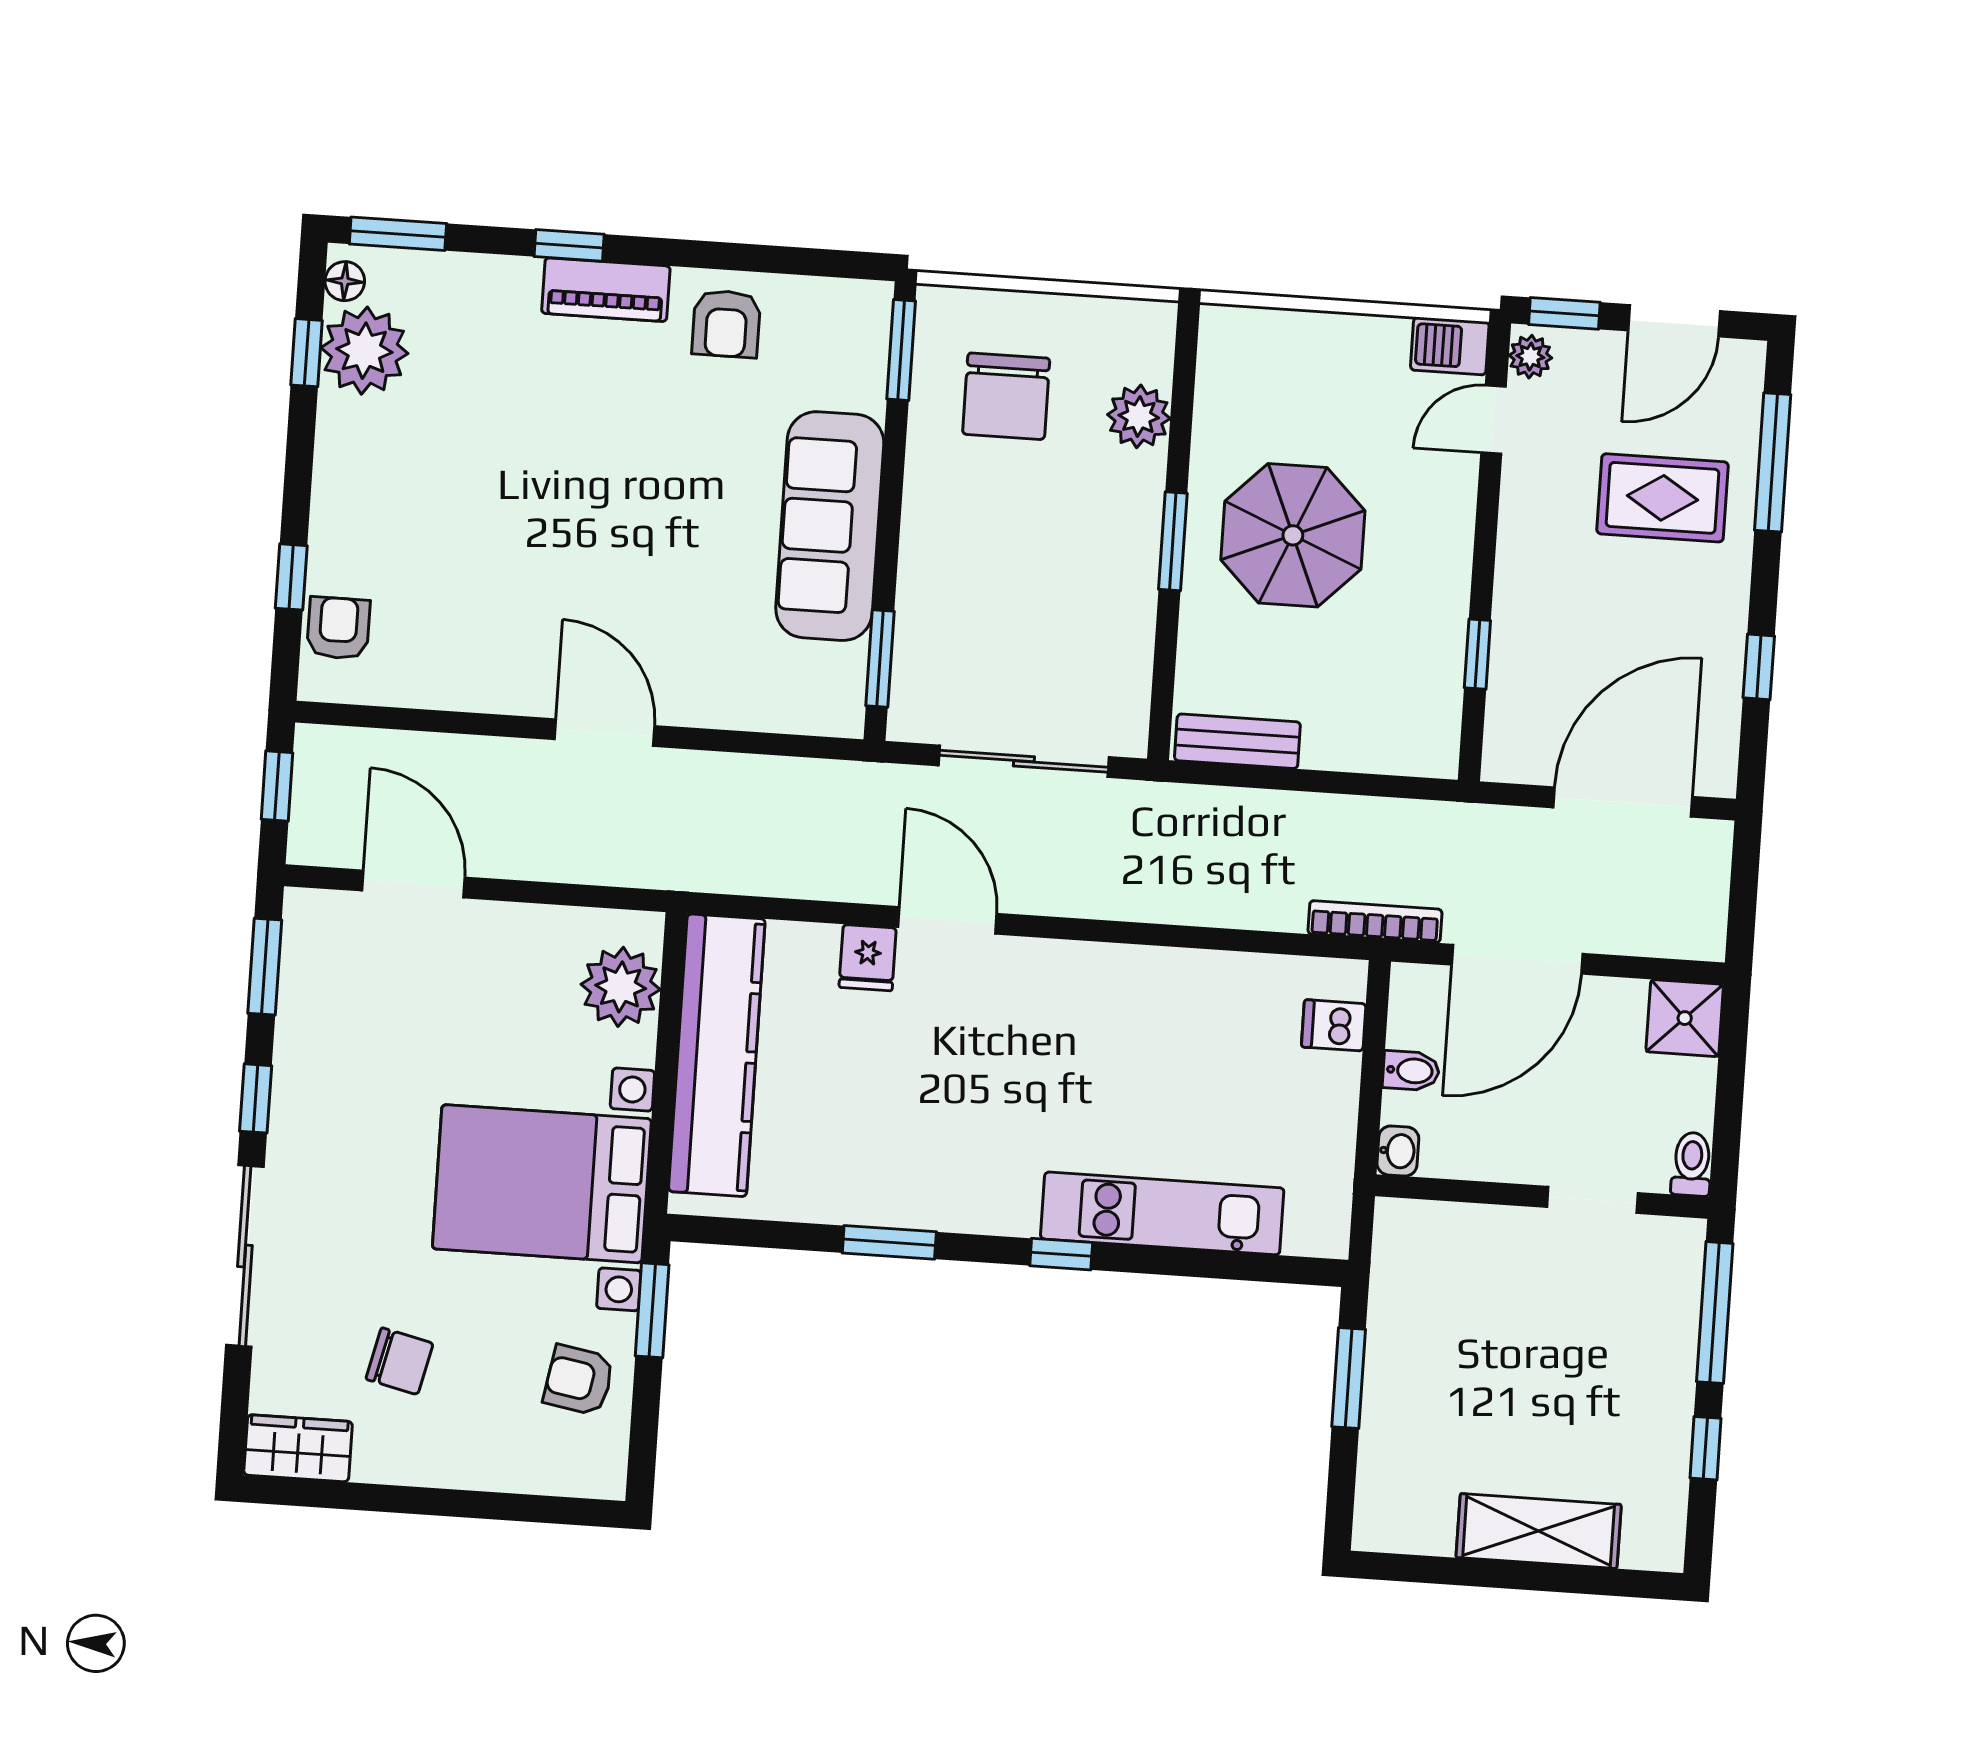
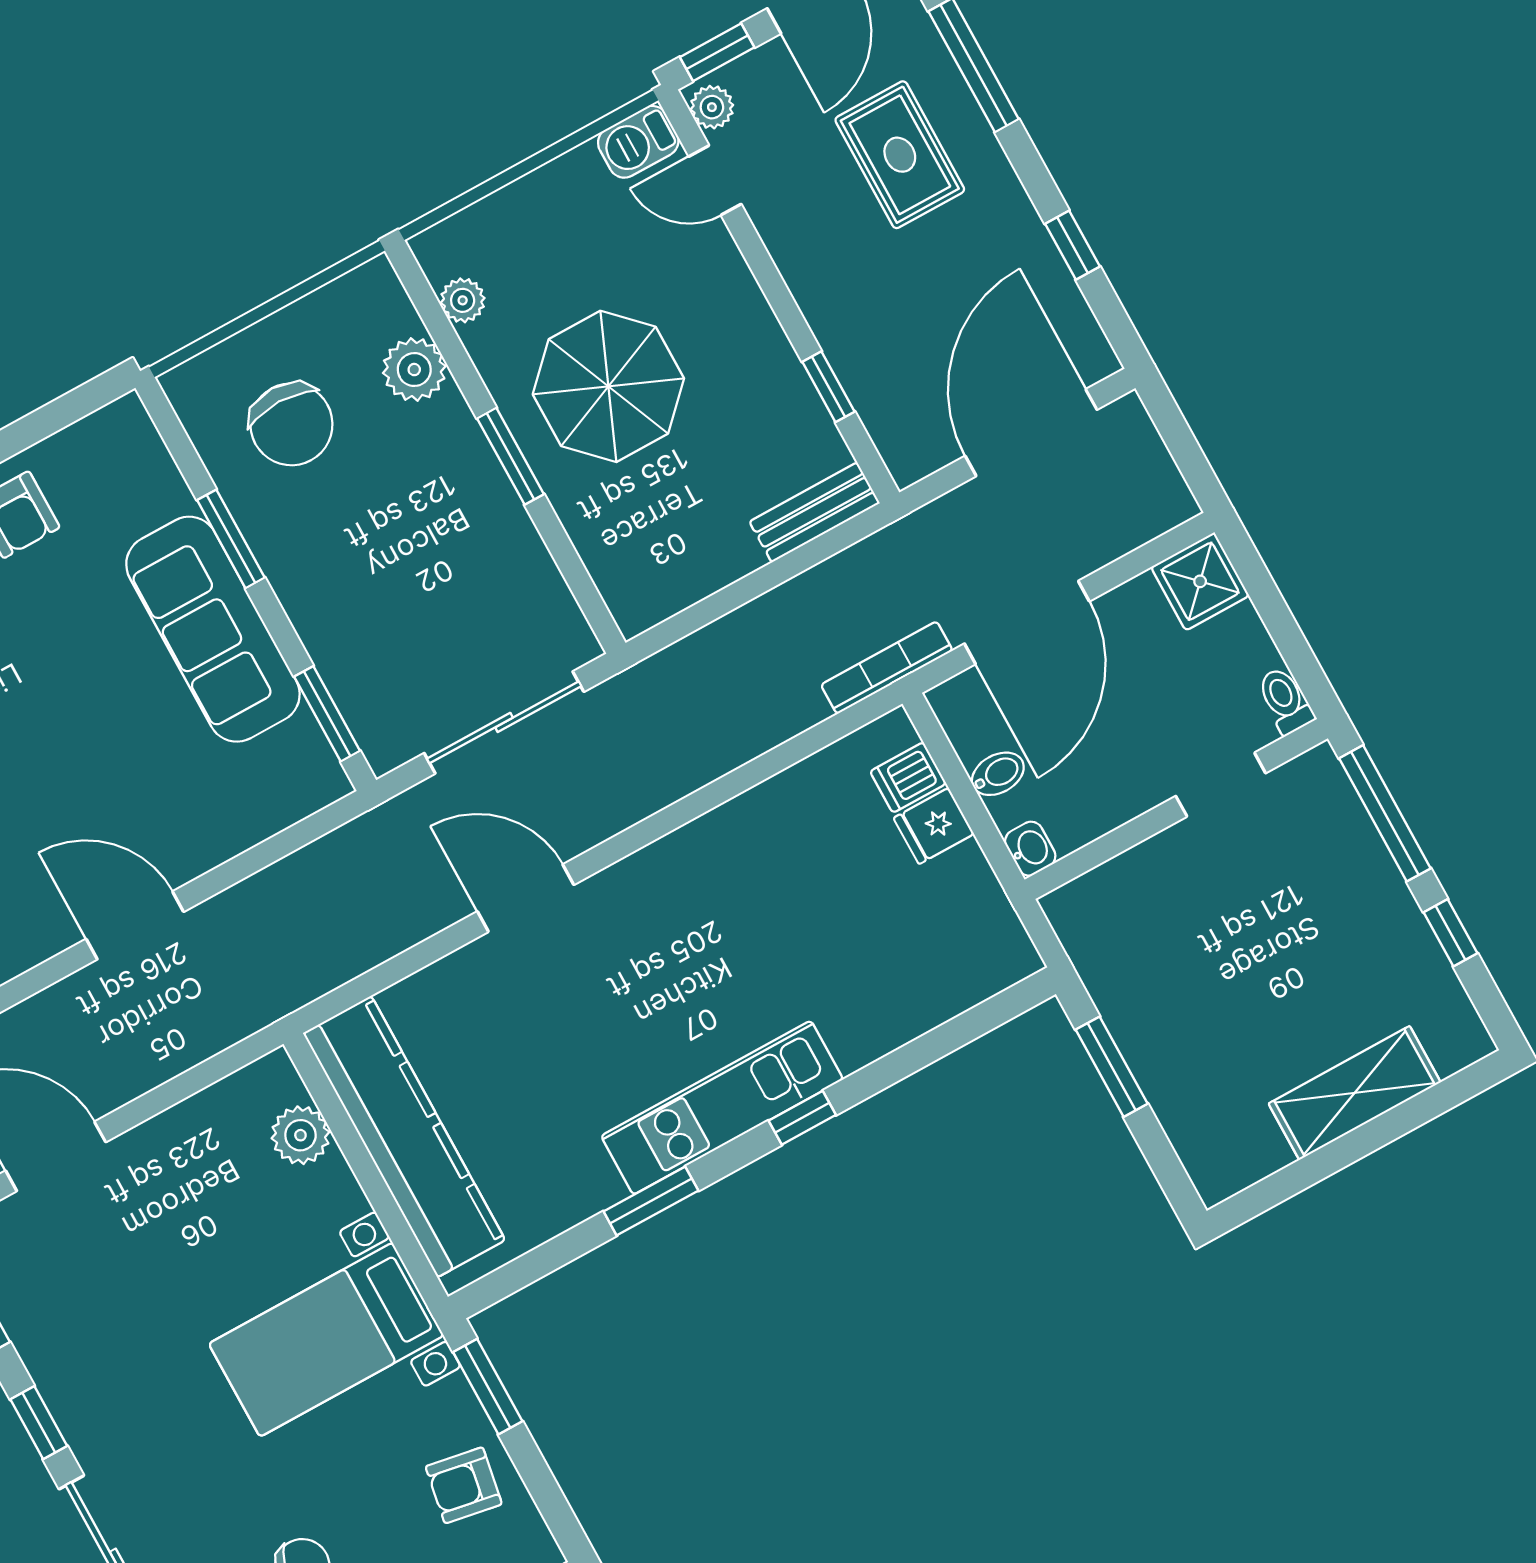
window: (901, 350) -> (231, 539), moved
plant: (1217, 384) -> (463, 300), added
door: (1493, 420) -> (715, 180), hinge flipped
rug: (1662, 498) -> (900, 155), turned 90
bench: (1237, 741) -> (815, 512), moved
fridge: (868, 958) -> (934, 826), moved, turned 90
plant: (621, 987) -> (300, 1135), width x0.73, depth x0.73
bed with nightstands: (542, 1184) -> (326, 1340), width x0.73
kitchen unit: (1162, 1213) -> (722, 1108), moved

